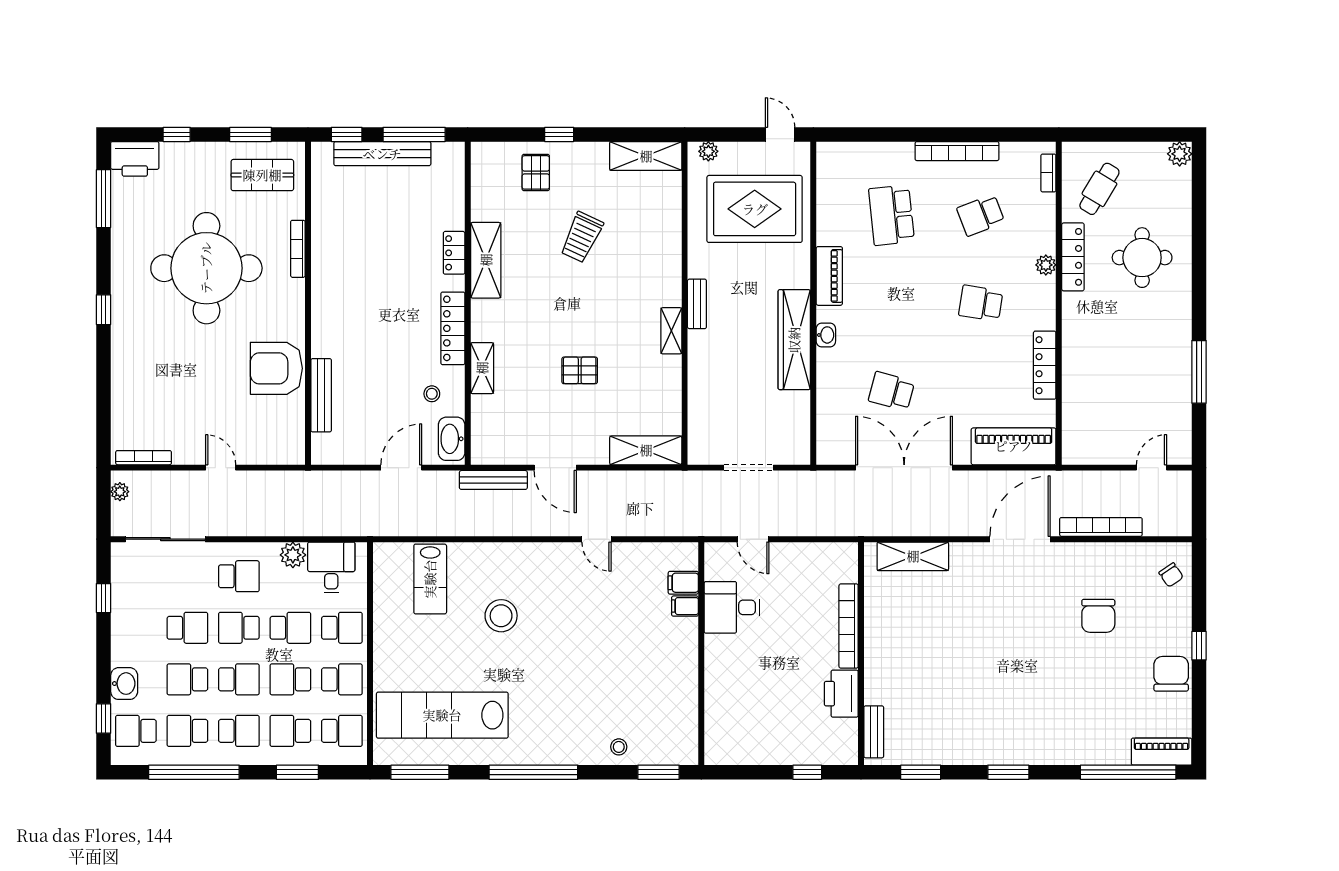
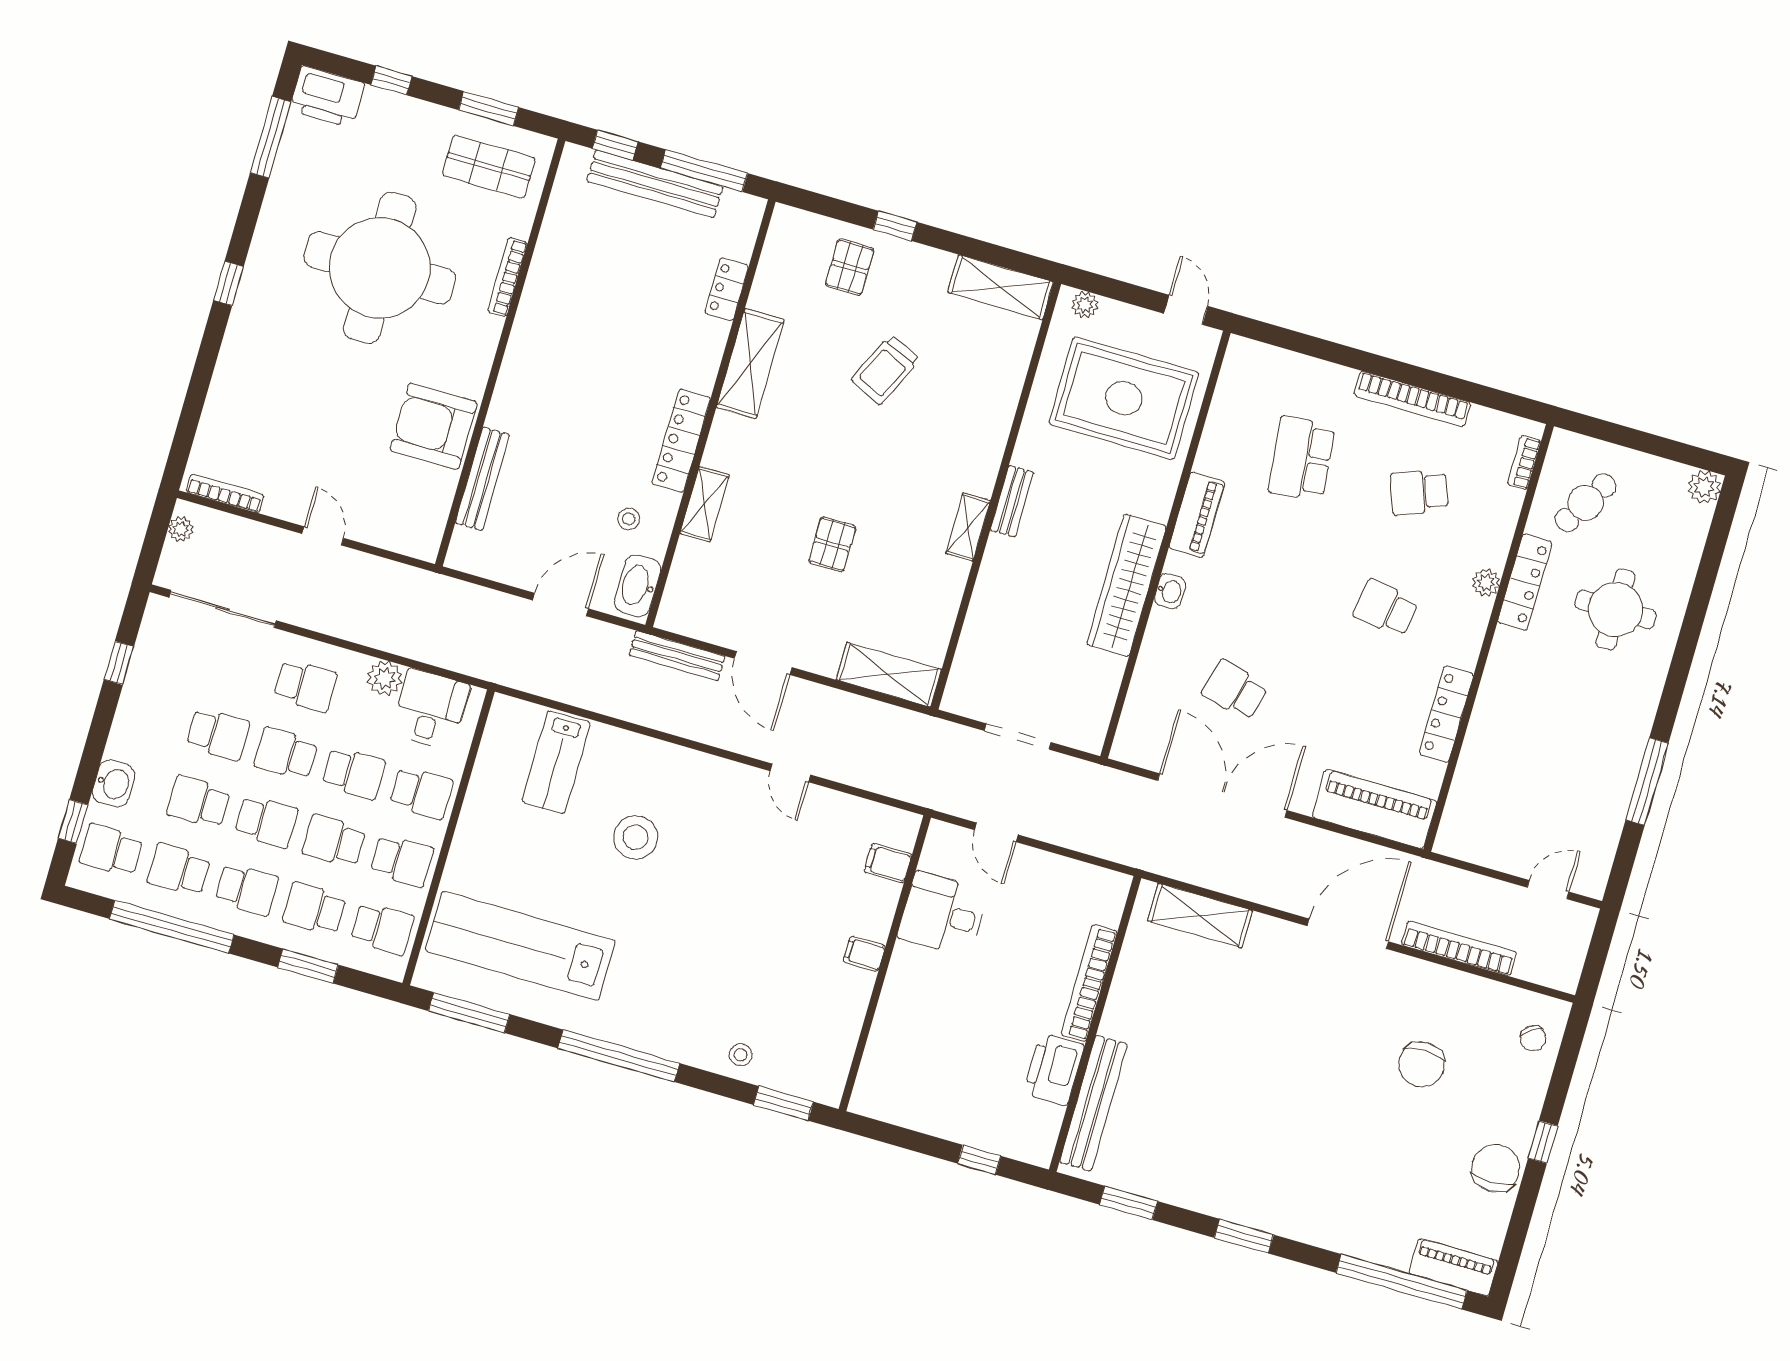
locker: (454, 253) -> (727, 289), moved
pallet: (580, 370) -> (832, 544), turned 90
filing cabinet: (685, 606) -> (864, 954), moved
bench: (874, 732) -> (1093, 1103), width x1.86, depth x1.21

